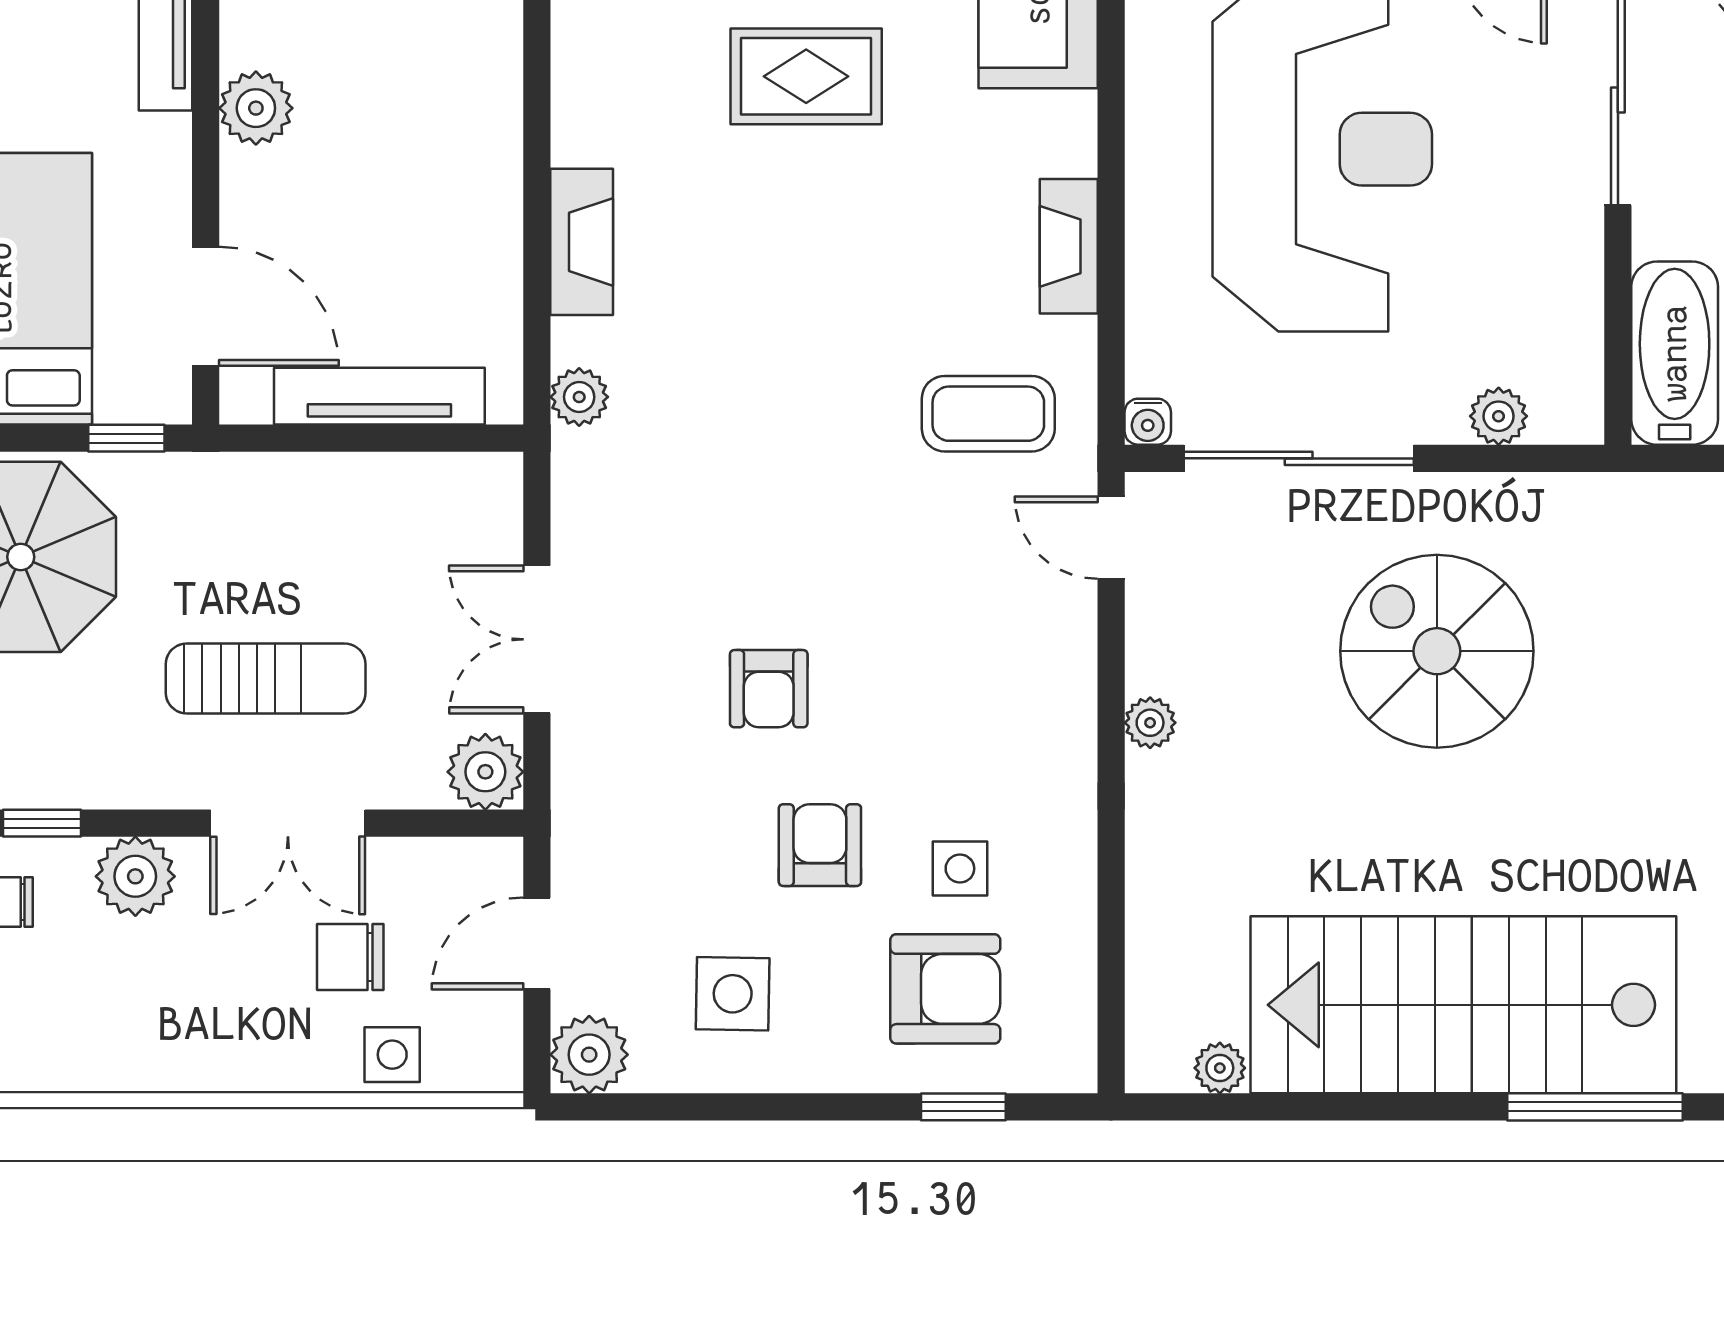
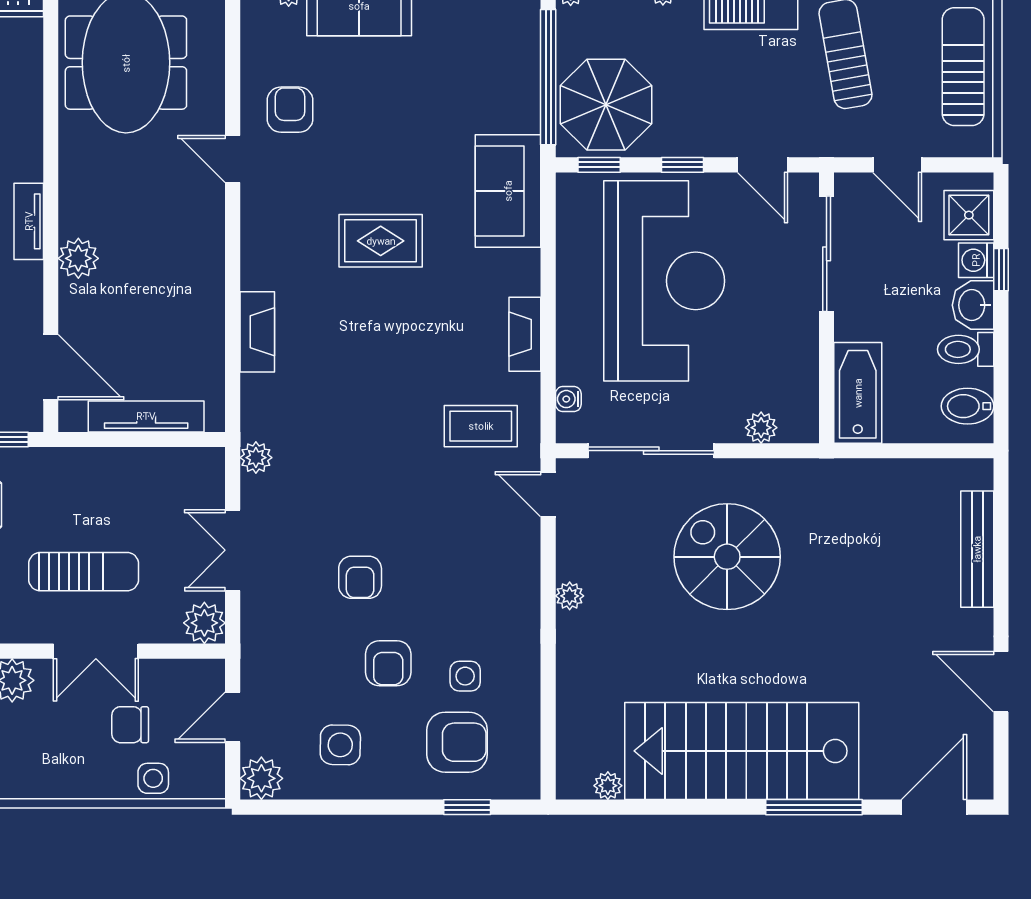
plant: (579, 397) -> (256, 458), moved
water cooler: (1148, 422) -> (568, 399), moved, turned 90
armchair: (820, 845) -> (388, 663), turned 180

